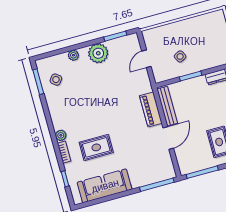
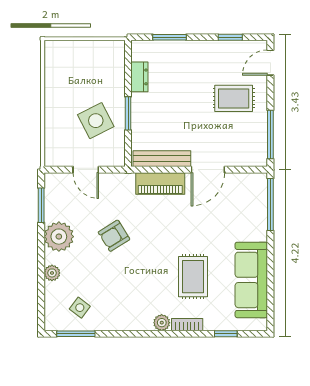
side table: (180, 56) -> (96, 121), width x1.87, depth x1.87
armchair: (109, 89) -> (114, 236), added
door: (168, 138) -> (208, 170), swing flipped

